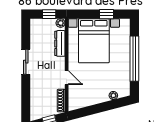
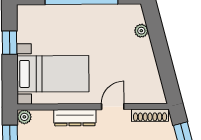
bed with nightstands: (94, 41) -> (53, 74), width x0.73
dresser: (60, 43) -> (75, 118), moved

